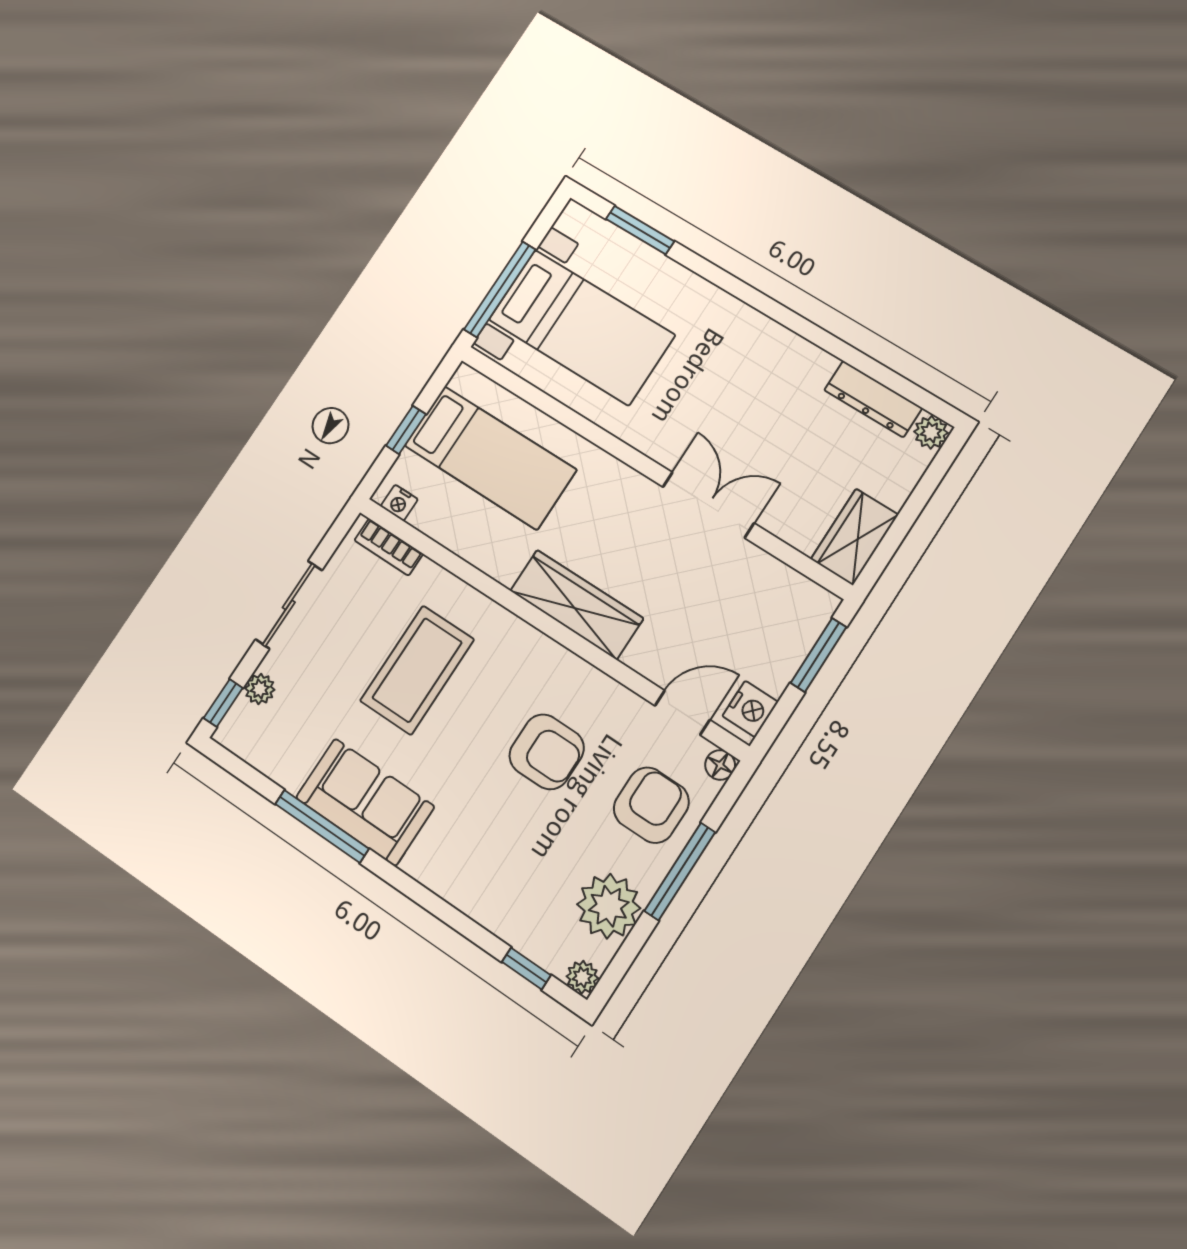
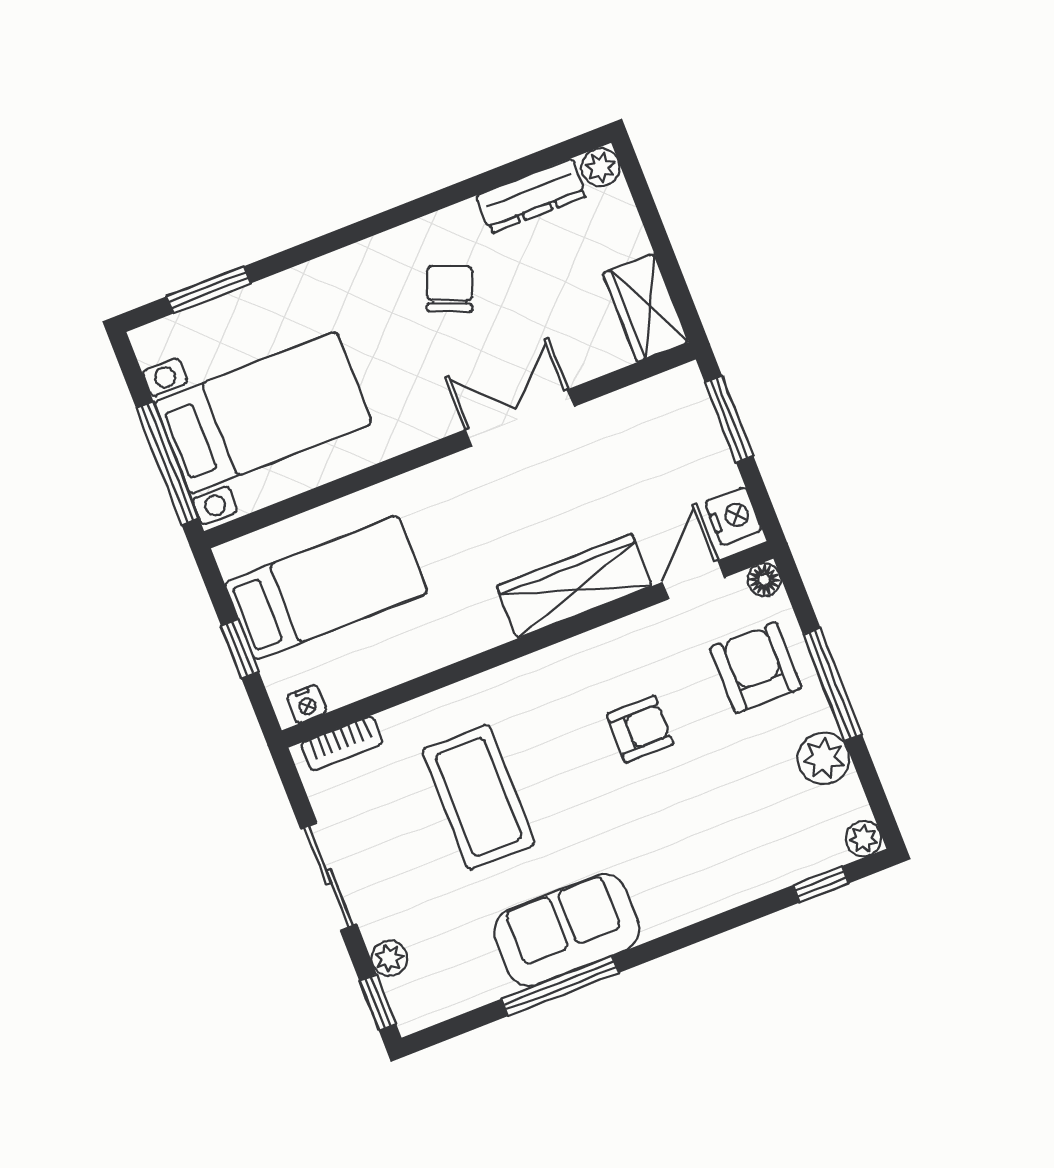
chair: (764, 391) -> (450, 289), added
wardrobe: (577, 605) -> (574, 586), moved
armchair: (547, 752) -> (640, 729), width x0.72, depth x0.72
plant: (609, 906) -> (823, 758), width x0.73, depth x0.73

